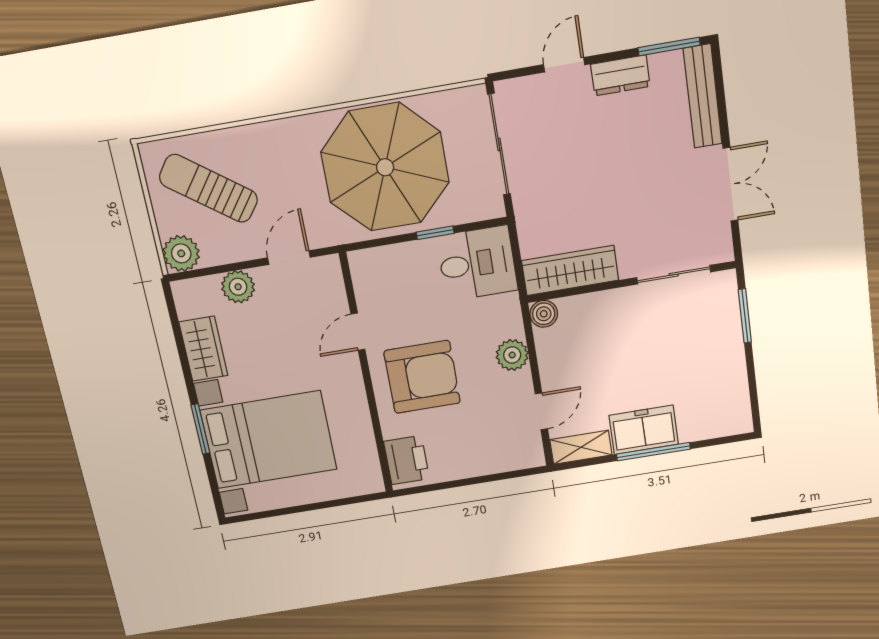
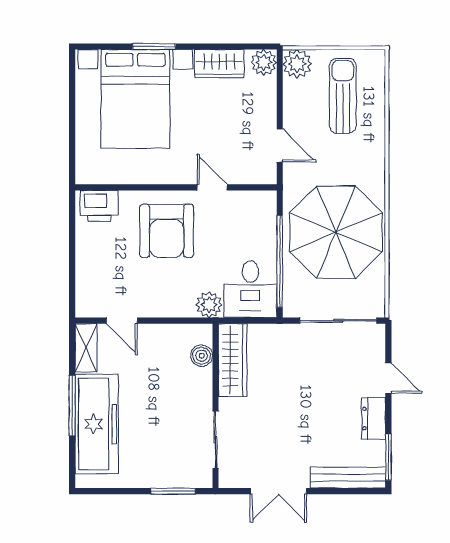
sun lounger: (208, 188) -> (343, 96), turned -36
window: (435, 233) -> (280, 261), width x3.17
plant: (238, 287) -> (264, 63), moved
boiler: (544, 314) -> (202, 356), moved
plant: (512, 355) -> (209, 305), moved
freezer: (644, 430) -> (97, 424), width x1.91, depth x1.26

